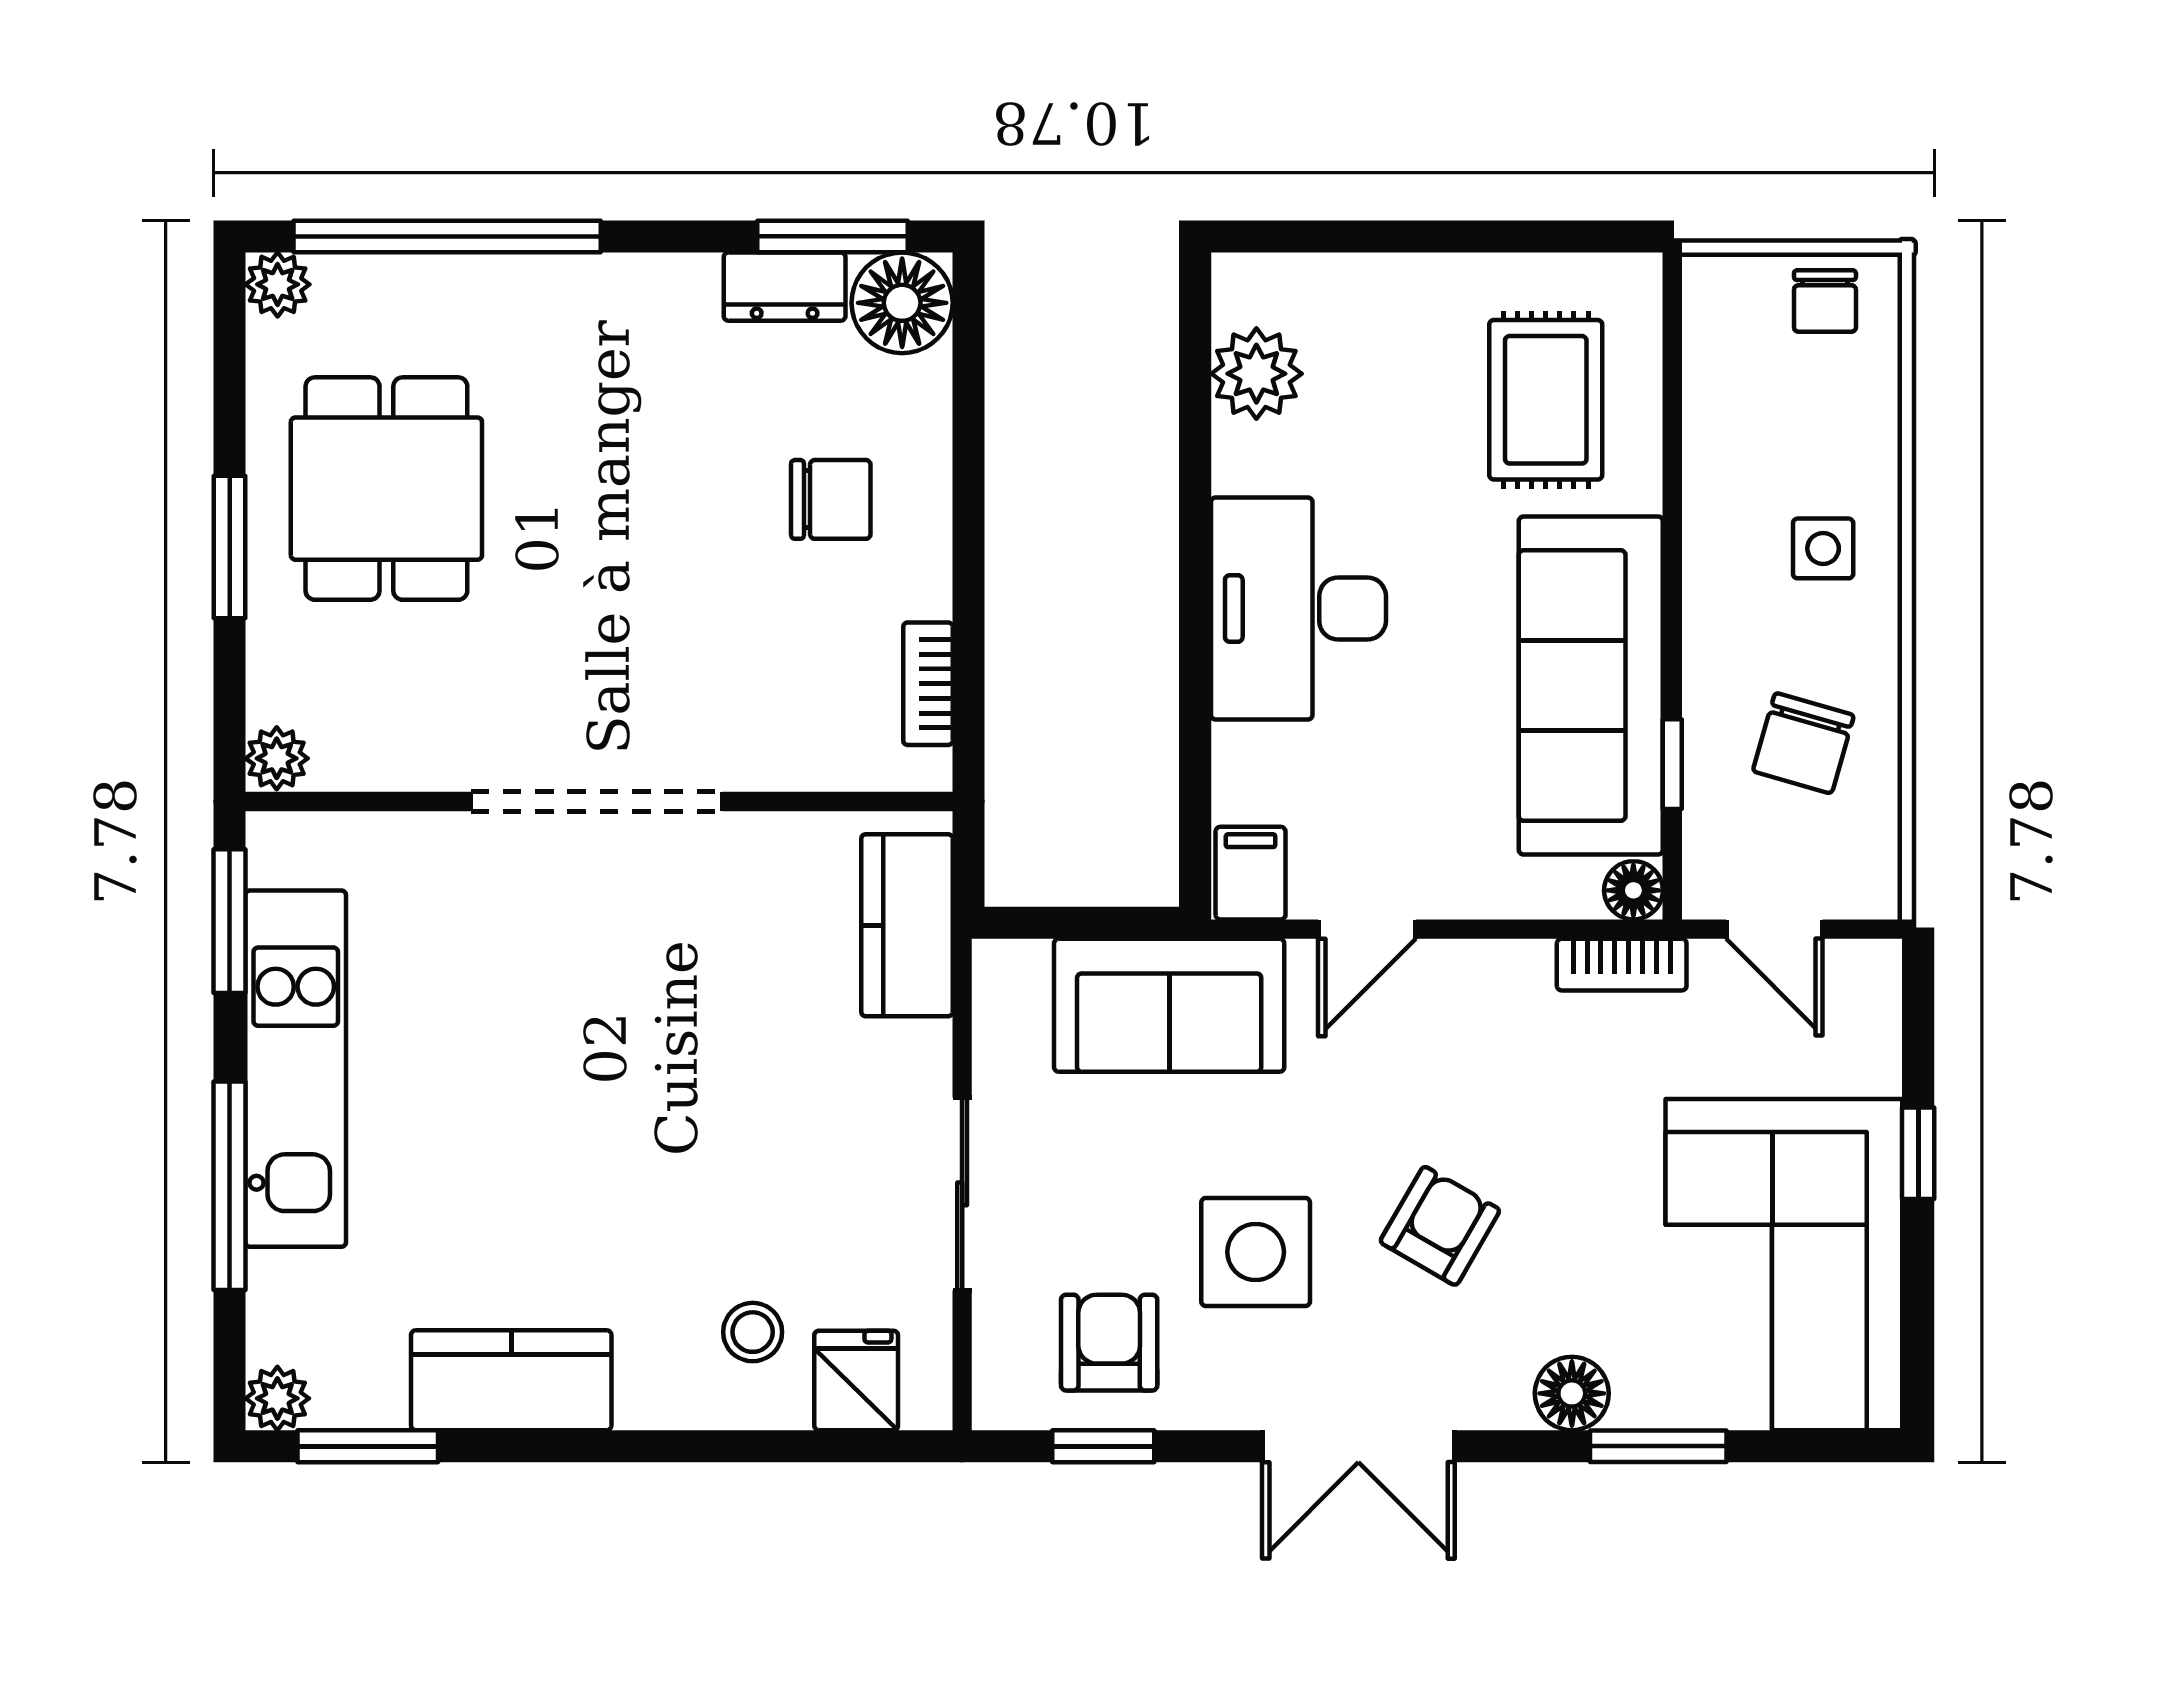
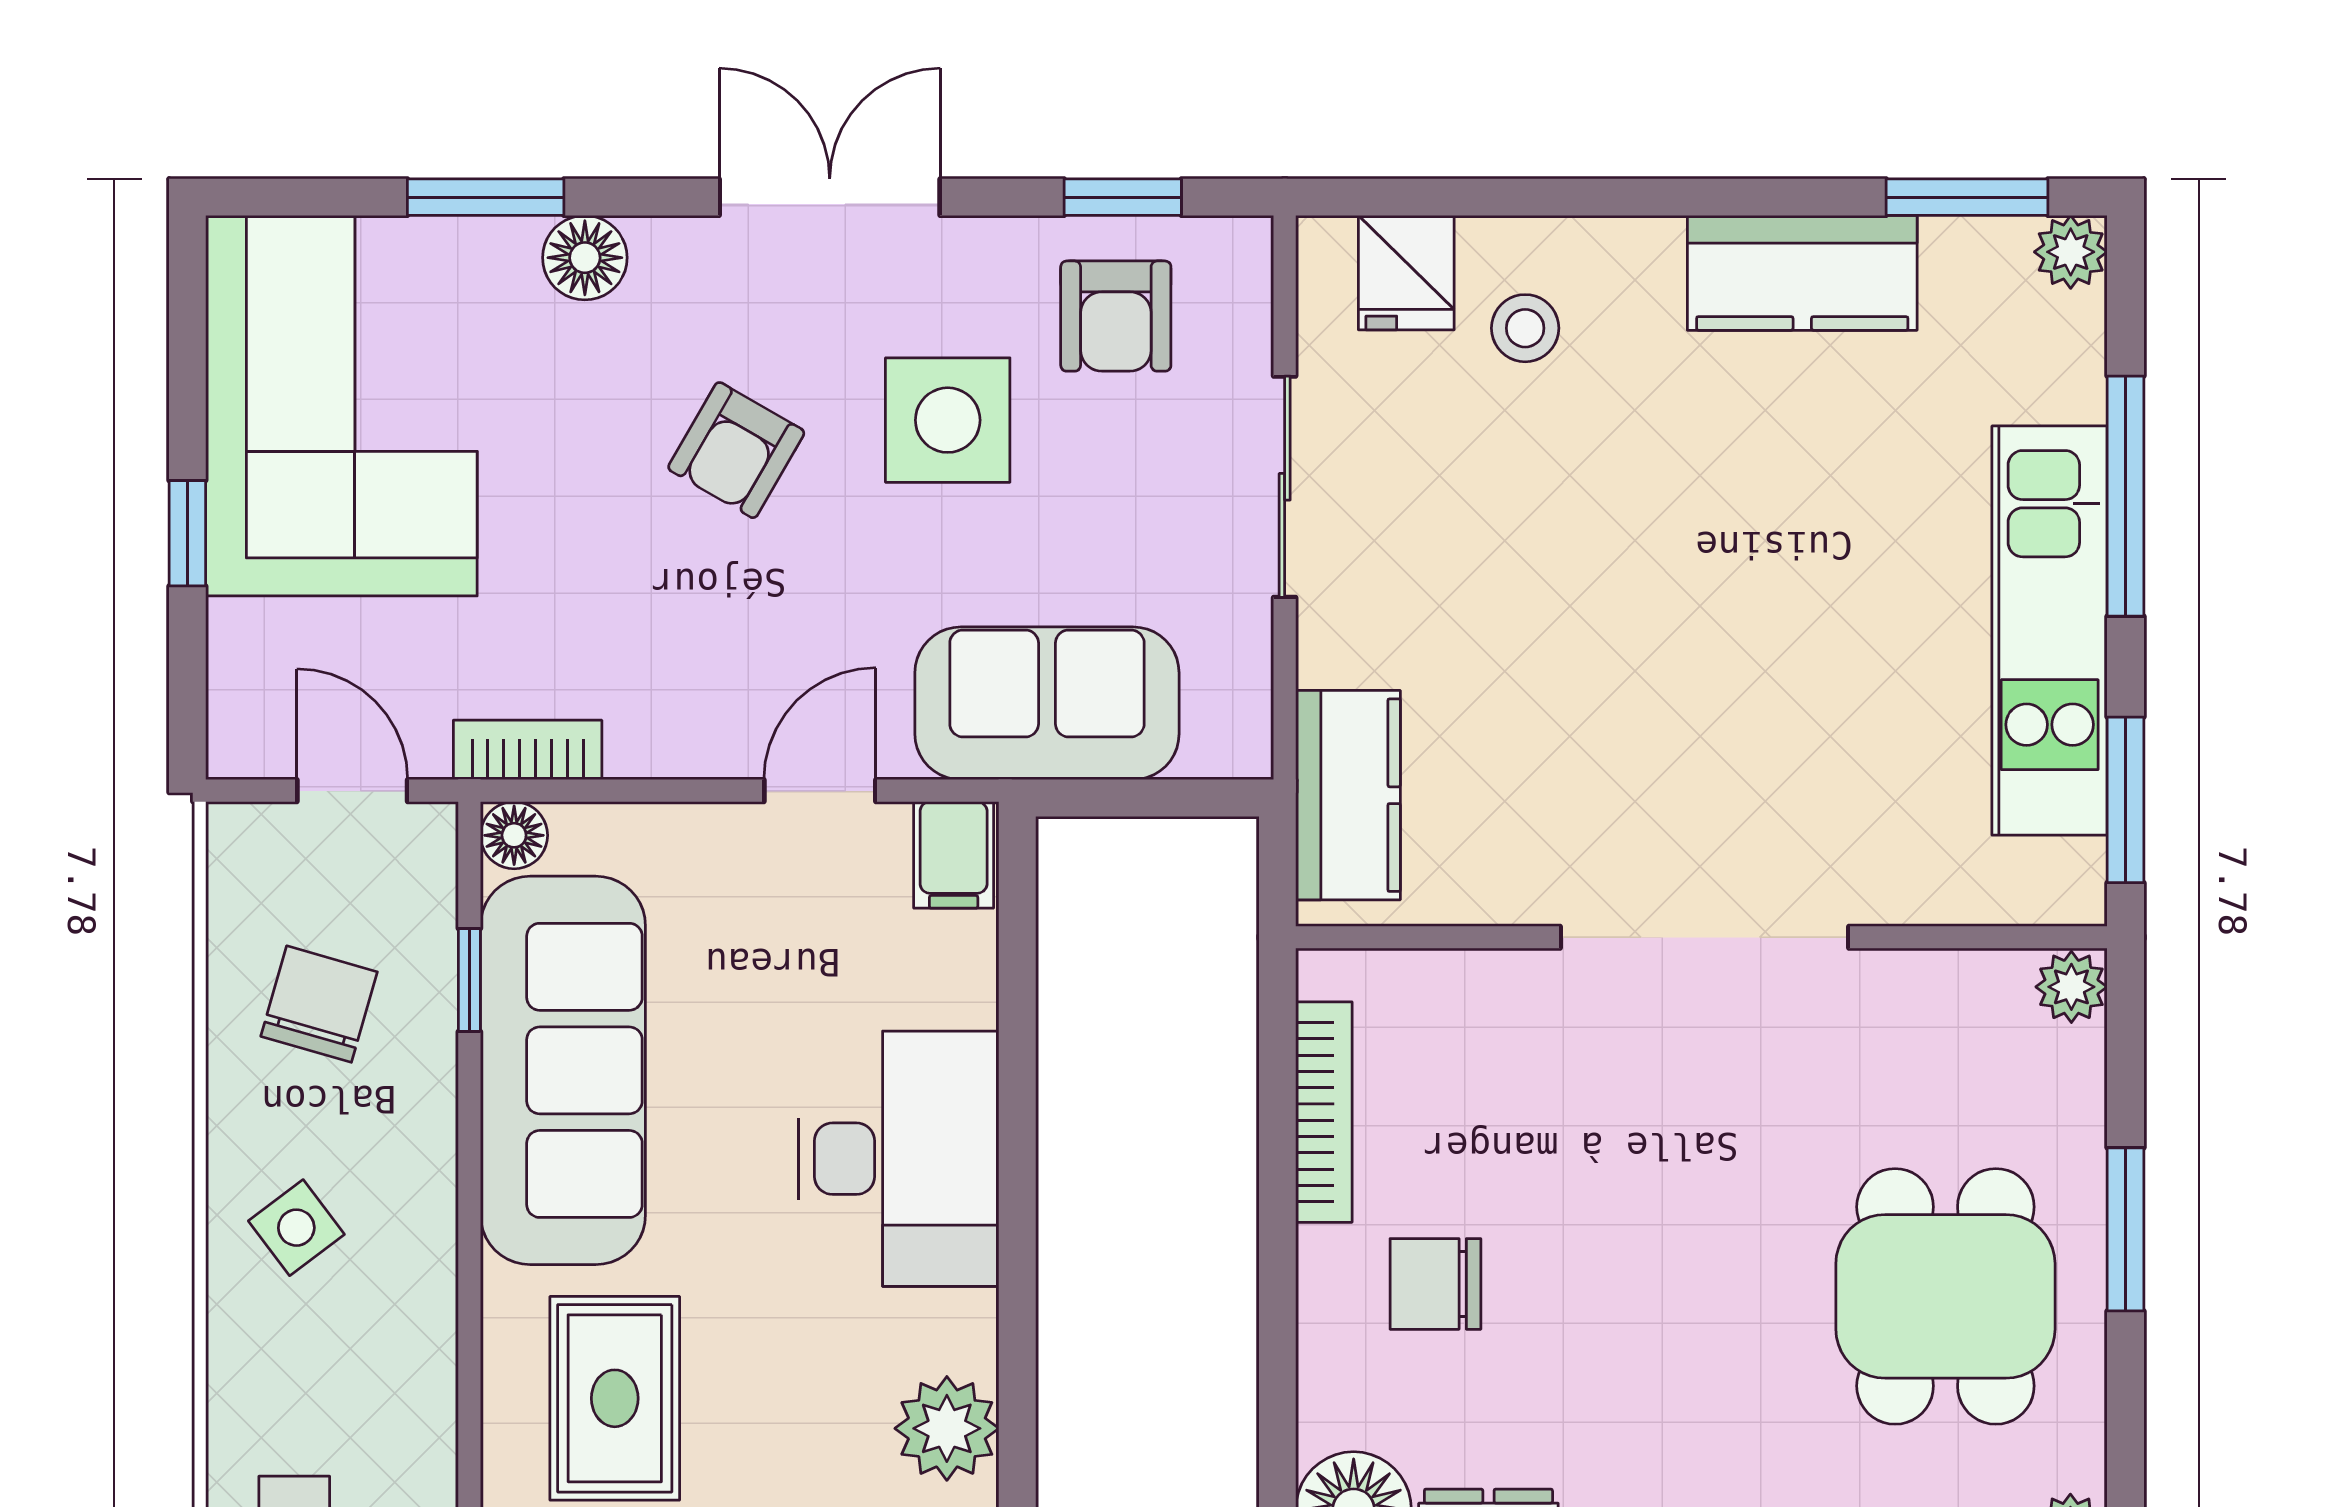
side table: (1823, 548) -> (296, 1228), turned -37
bookcase: (928, 684) -> (1324, 1112), width x1.56

